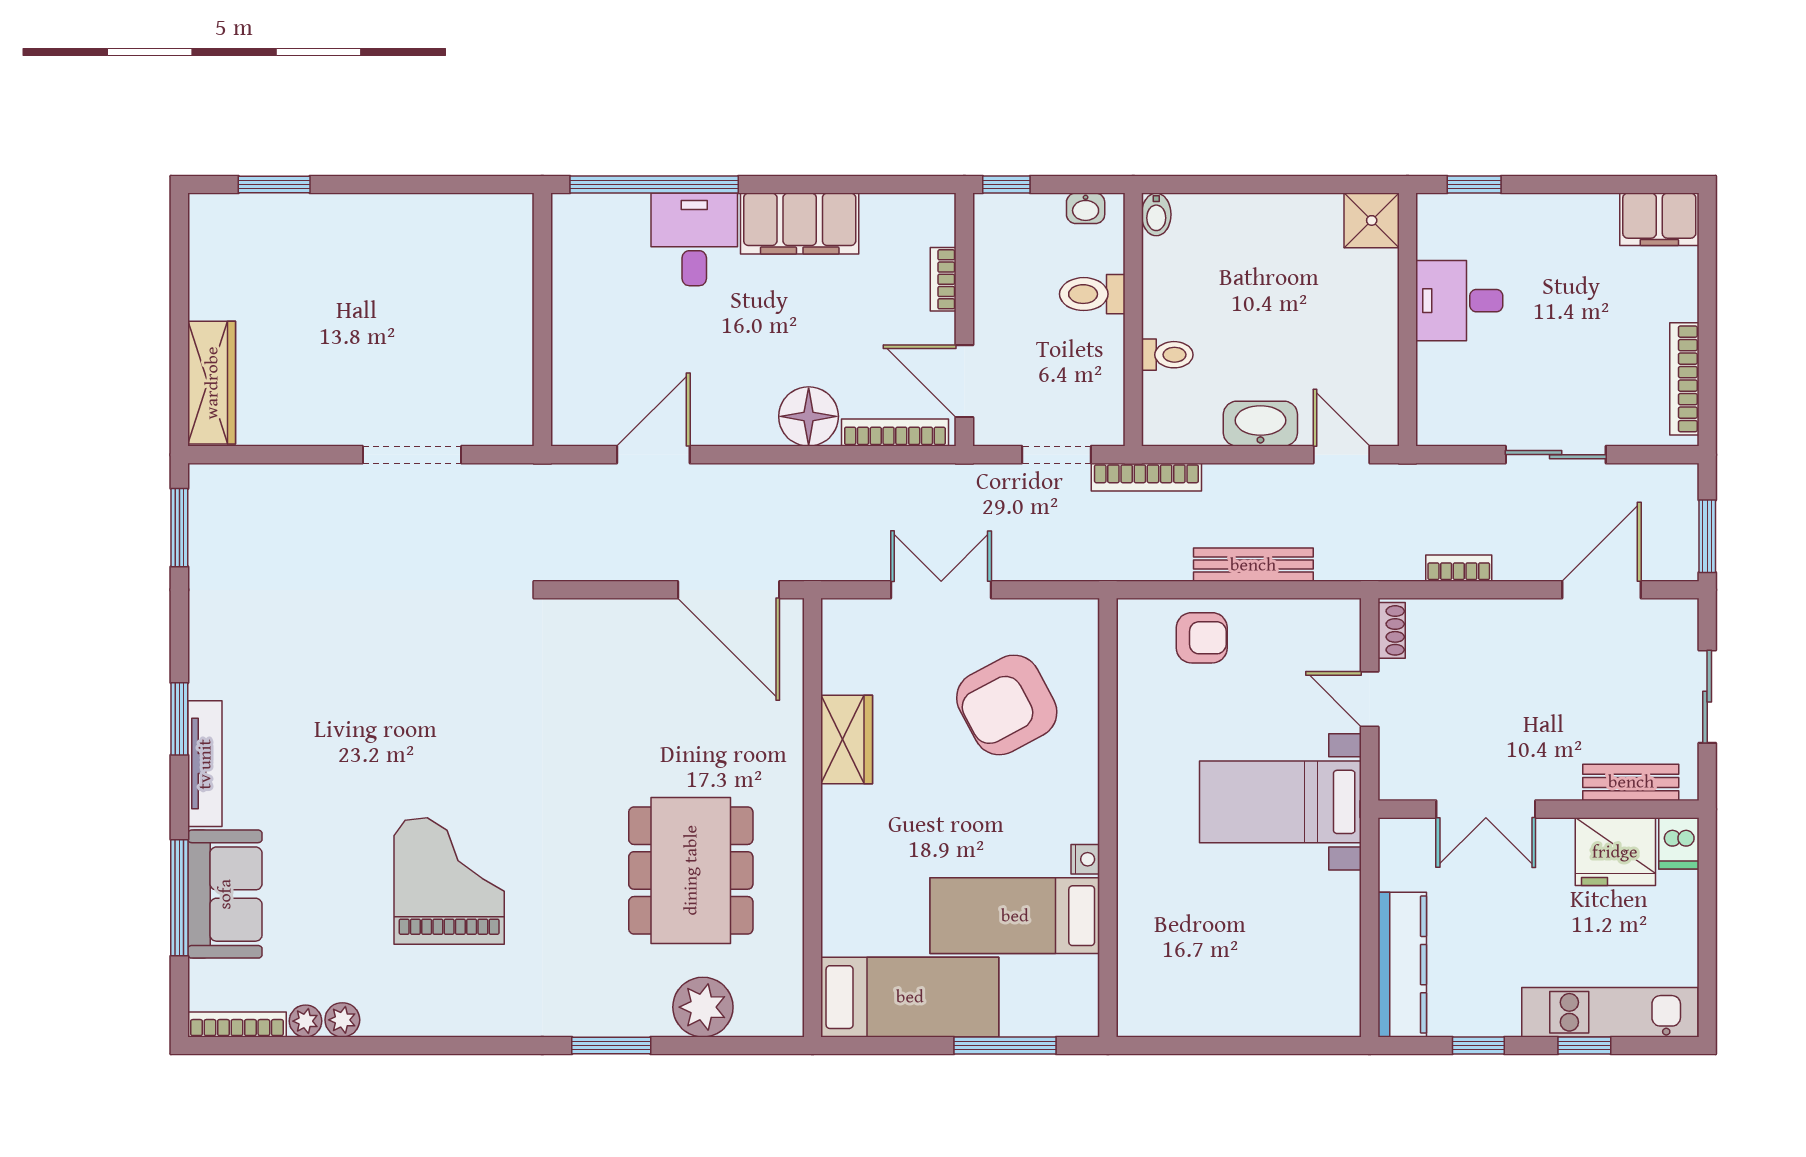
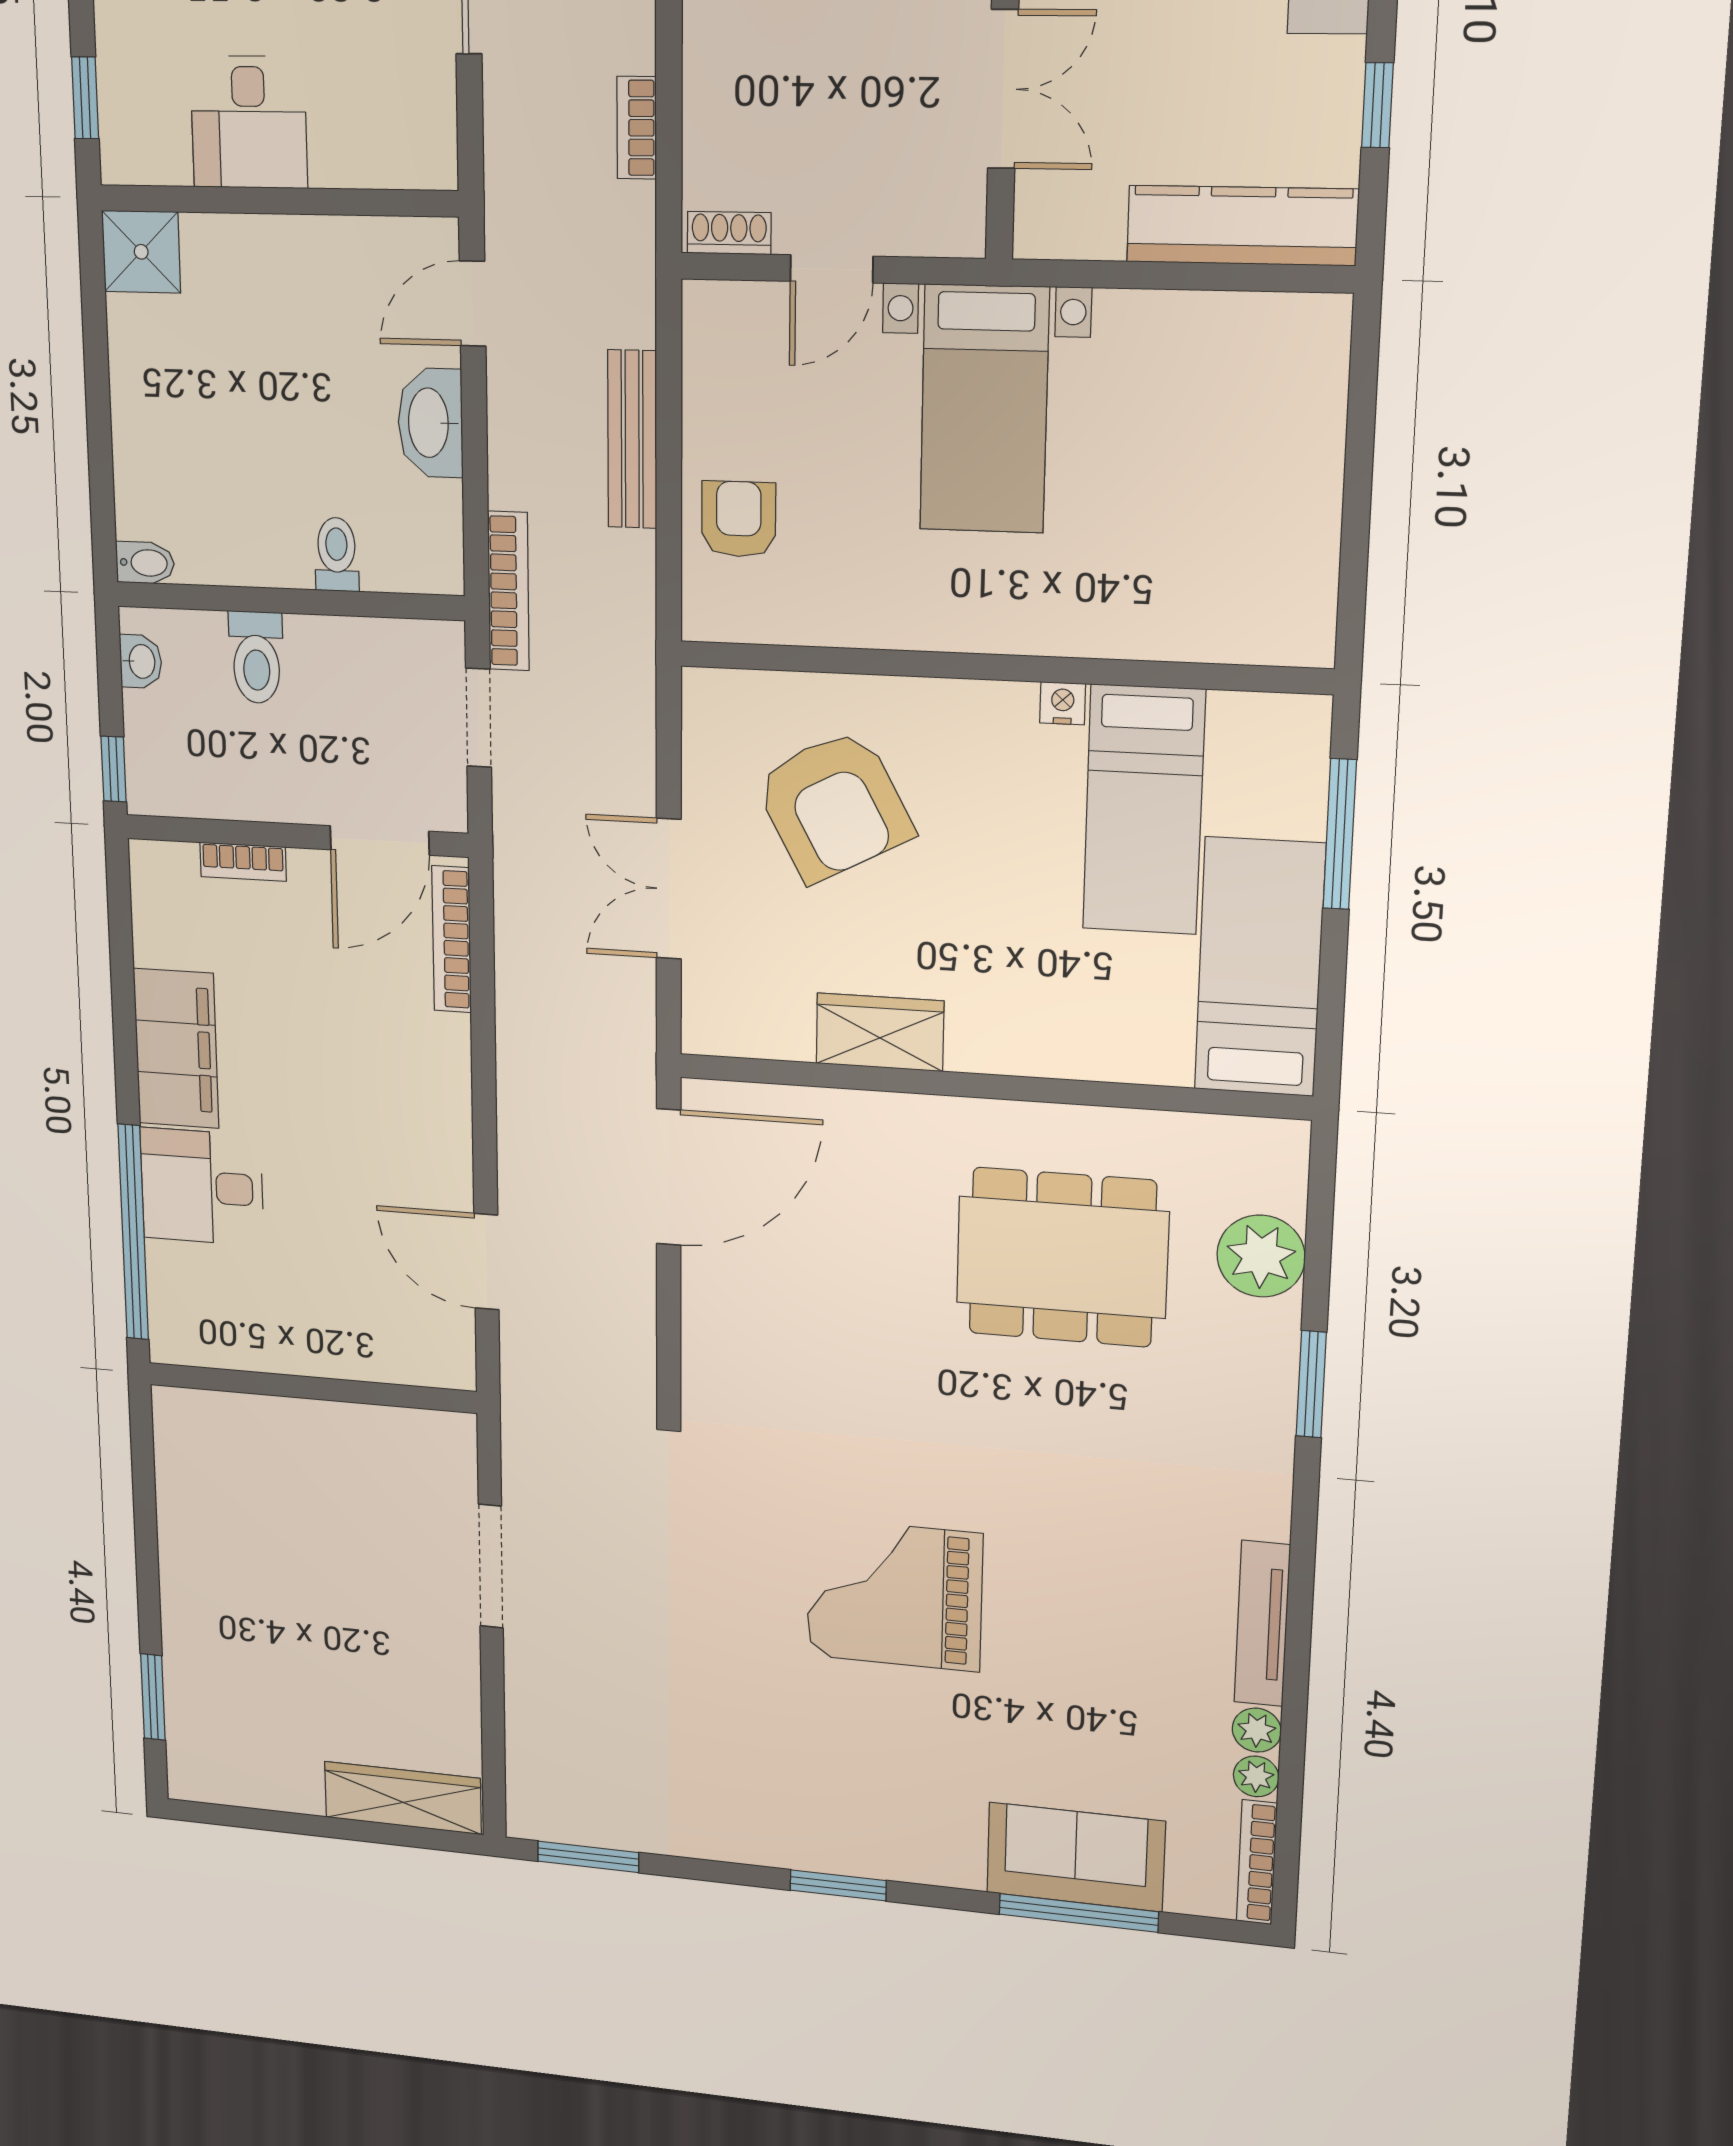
floor lamp: (809, 416) -> (432, 1054), removed
tv unit: (205, 764) -> (1262, 1624), moved, turned -90
grand piano: (449, 881) -> (894, 1595), moved

